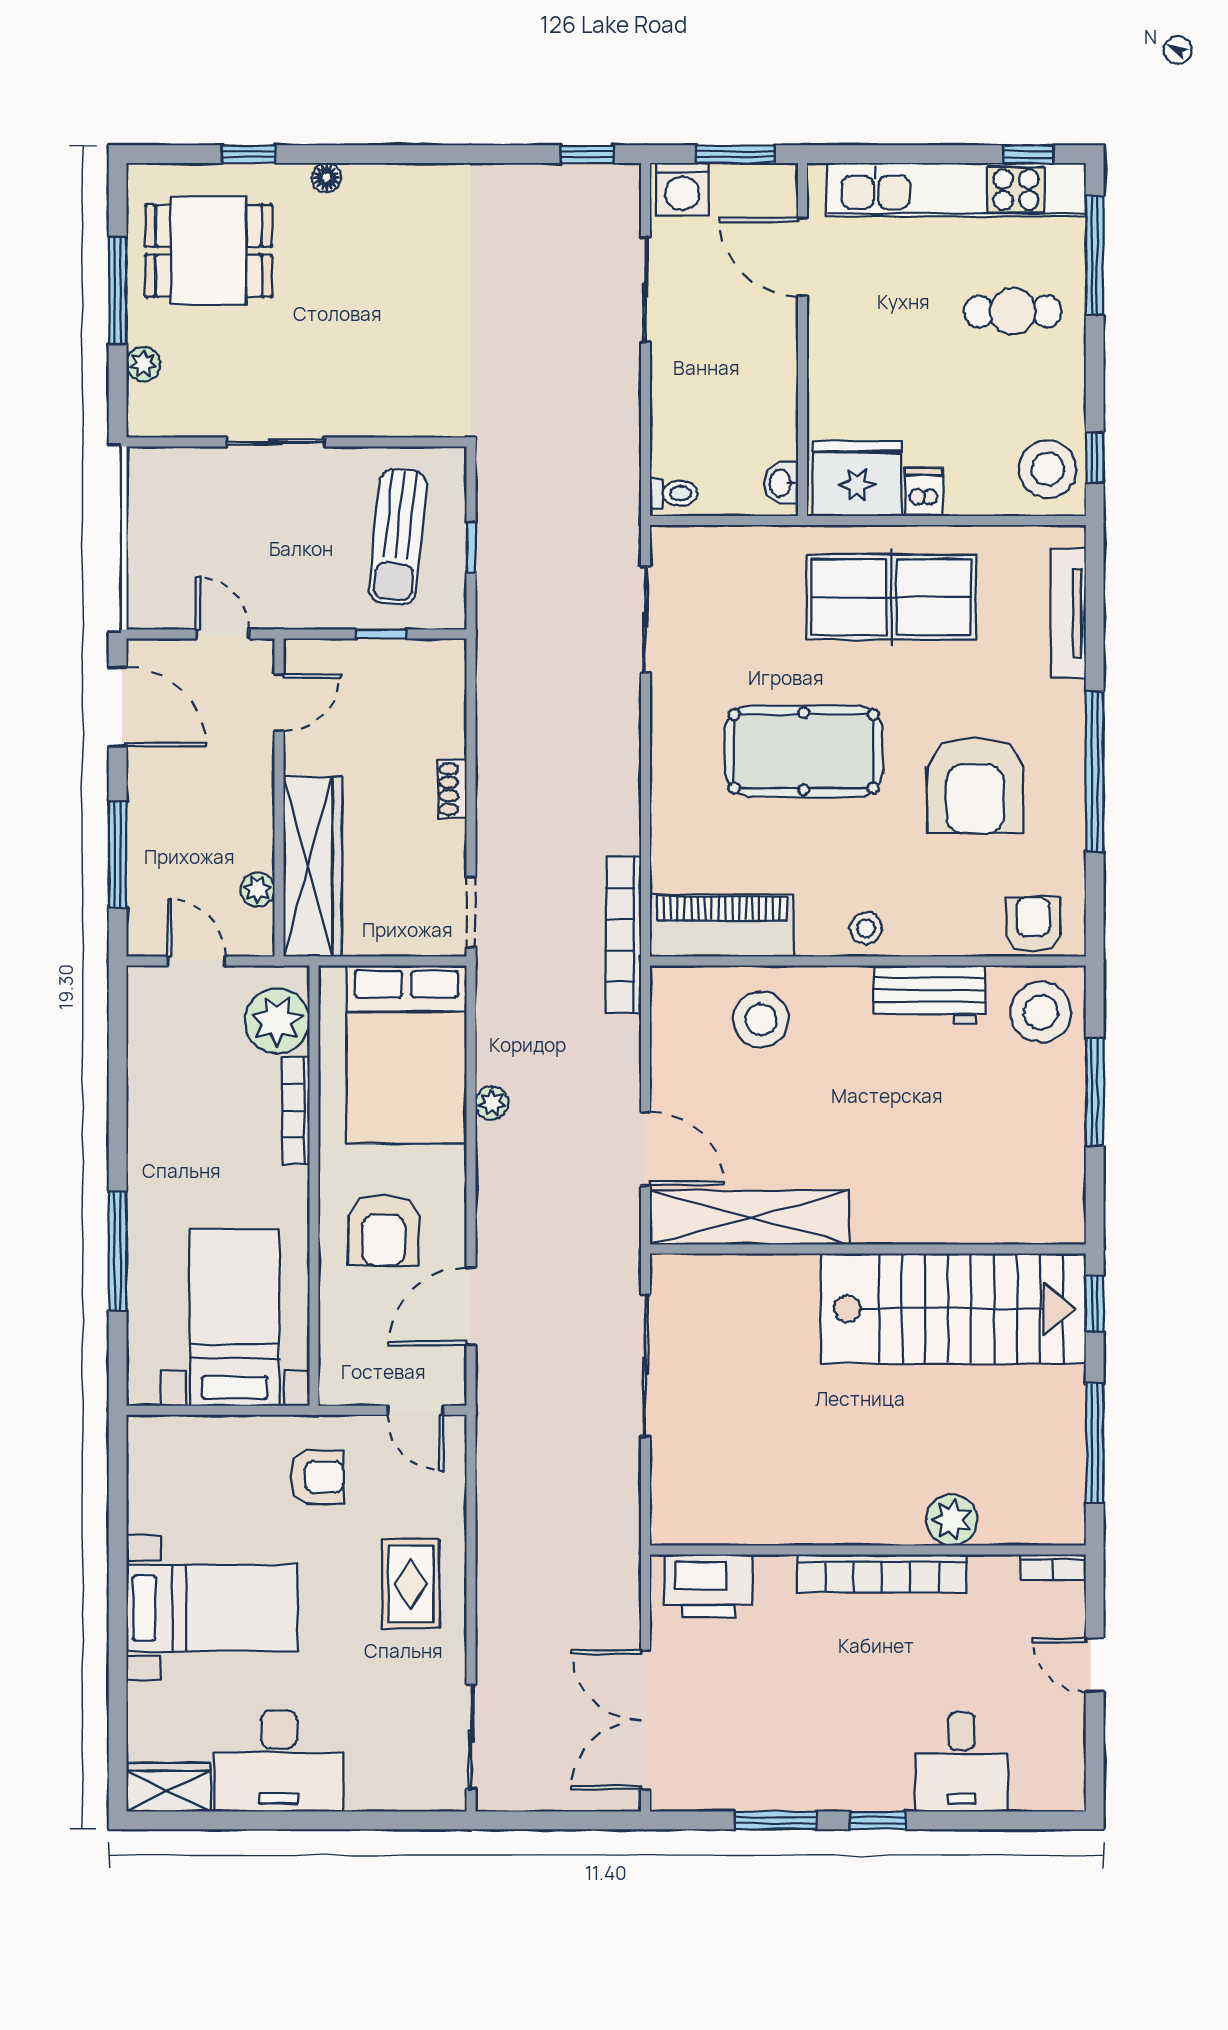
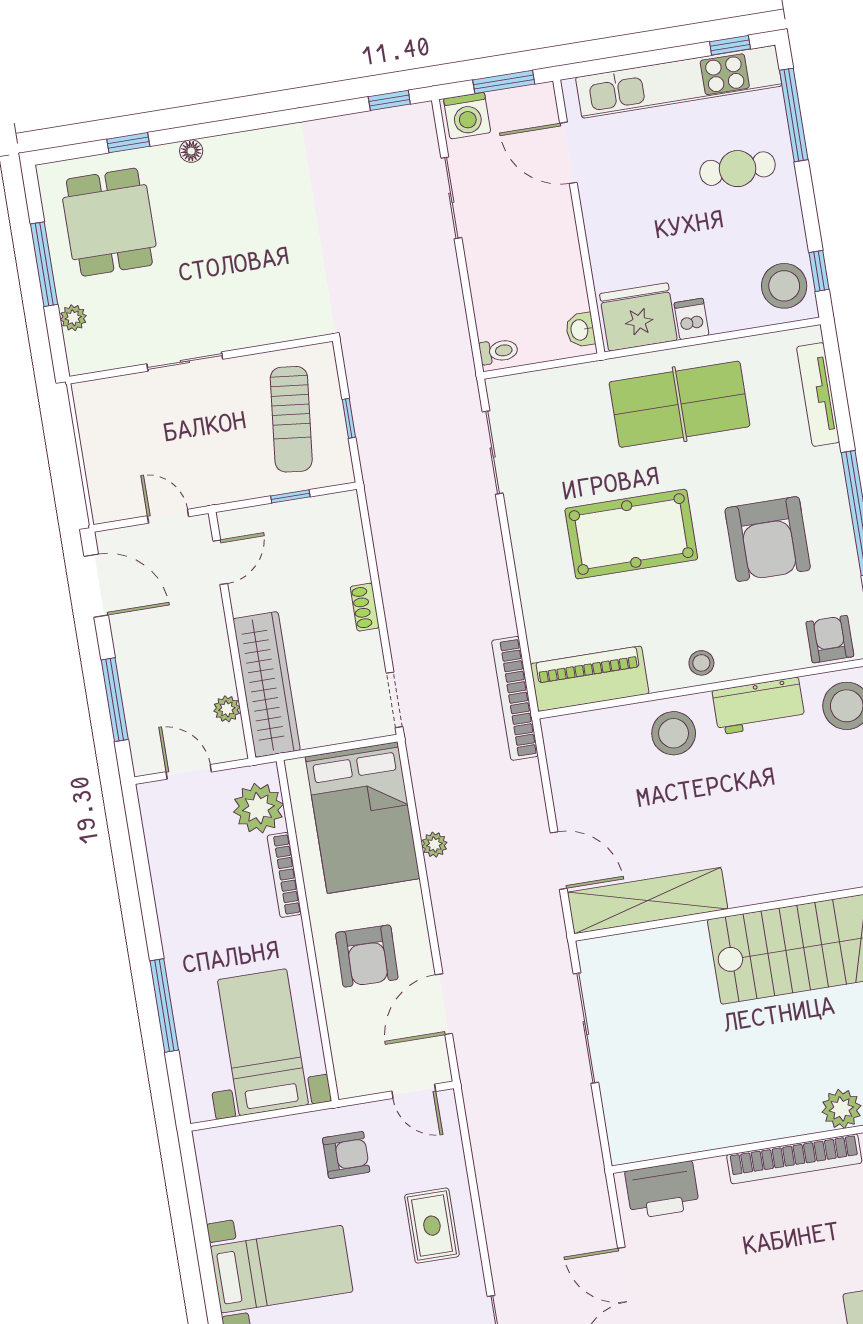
dining table: (209, 251) -> (109, 222), turned 90
stool: (761, 1019) -> (674, 733), moved

